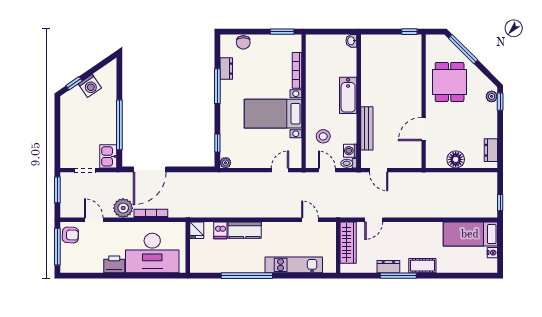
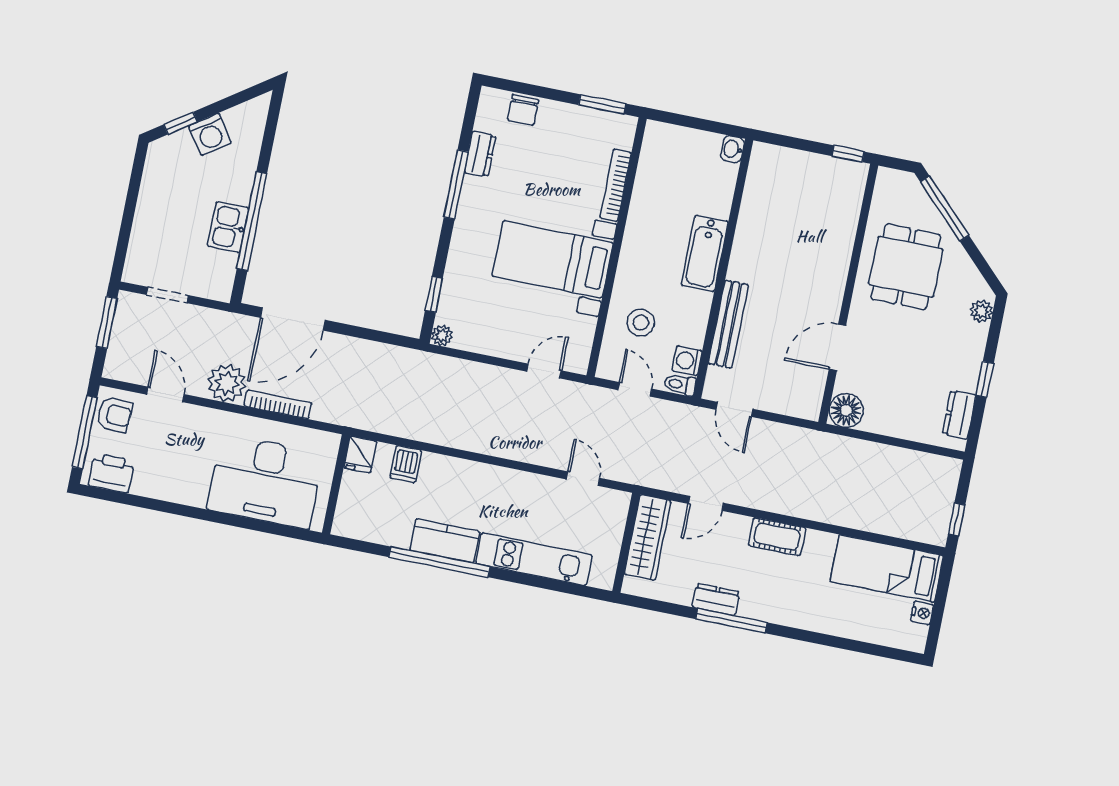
window: (500, 102) -> (985, 379), moved
kitchen sink: (108, 156) -> (228, 227), moved
floor lamp: (456, 159) -> (846, 410), moved
kitchen counter: (245, 230) -> (445, 541), moved, turned 180
printer: (114, 264) -> (111, 473), moved
cot: (422, 266) -> (777, 537), moved

